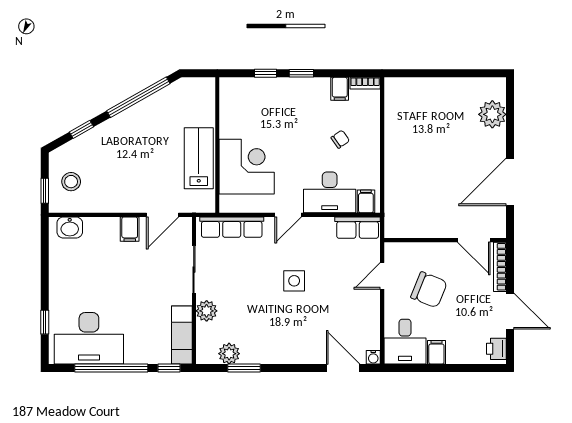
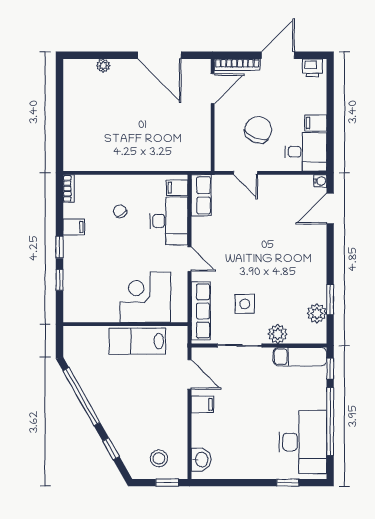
filing cabinet: (340, 89) -> (74, 227), moved
plant: (492, 114) -> (103, 66), width x0.53, depth x0.53
side table: (294, 281) -> (245, 304), moved

